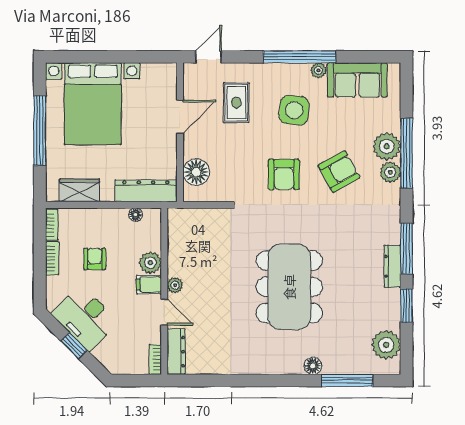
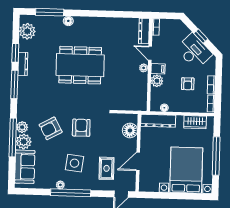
sofa: (357, 80) -> (25, 167), moved, turned 90
dresser: (392, 266) -> (23, 64), moved
dining table: (289, 287) -> (80, 65), turned 90

